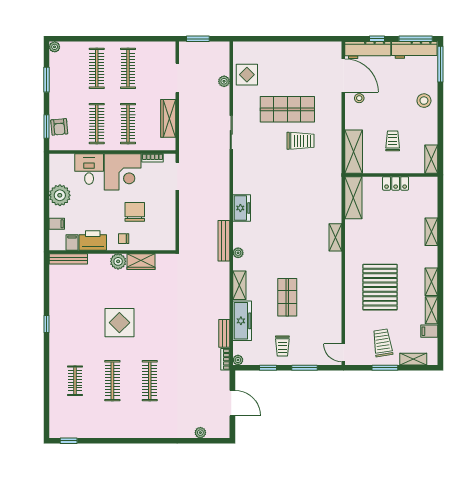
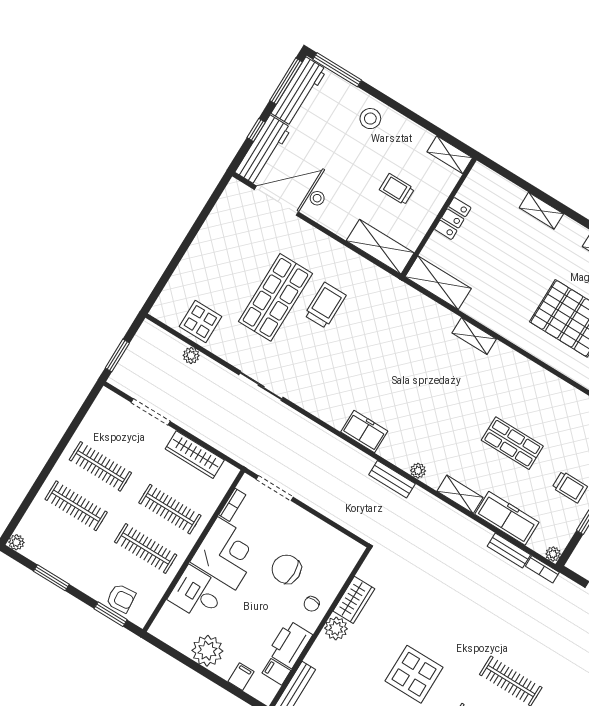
bench: (224, 241) -> (392, 479), width x0.73

